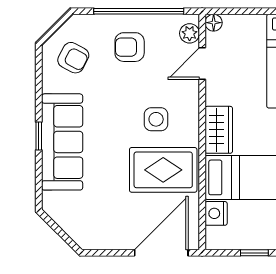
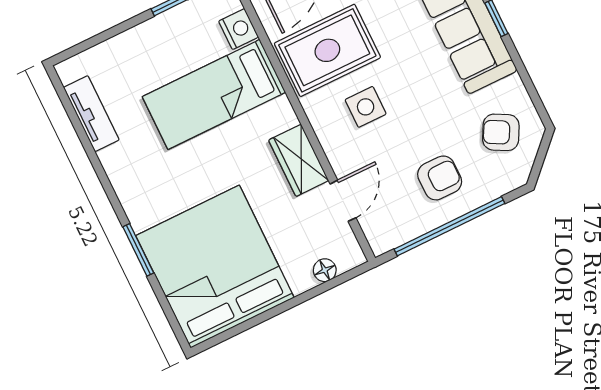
floor lamp: (214, 23) -> (325, 270), moved
plant: (190, 33) -> (376, 229), removed
wardrobe: (219, 130) -> (299, 160), moved

